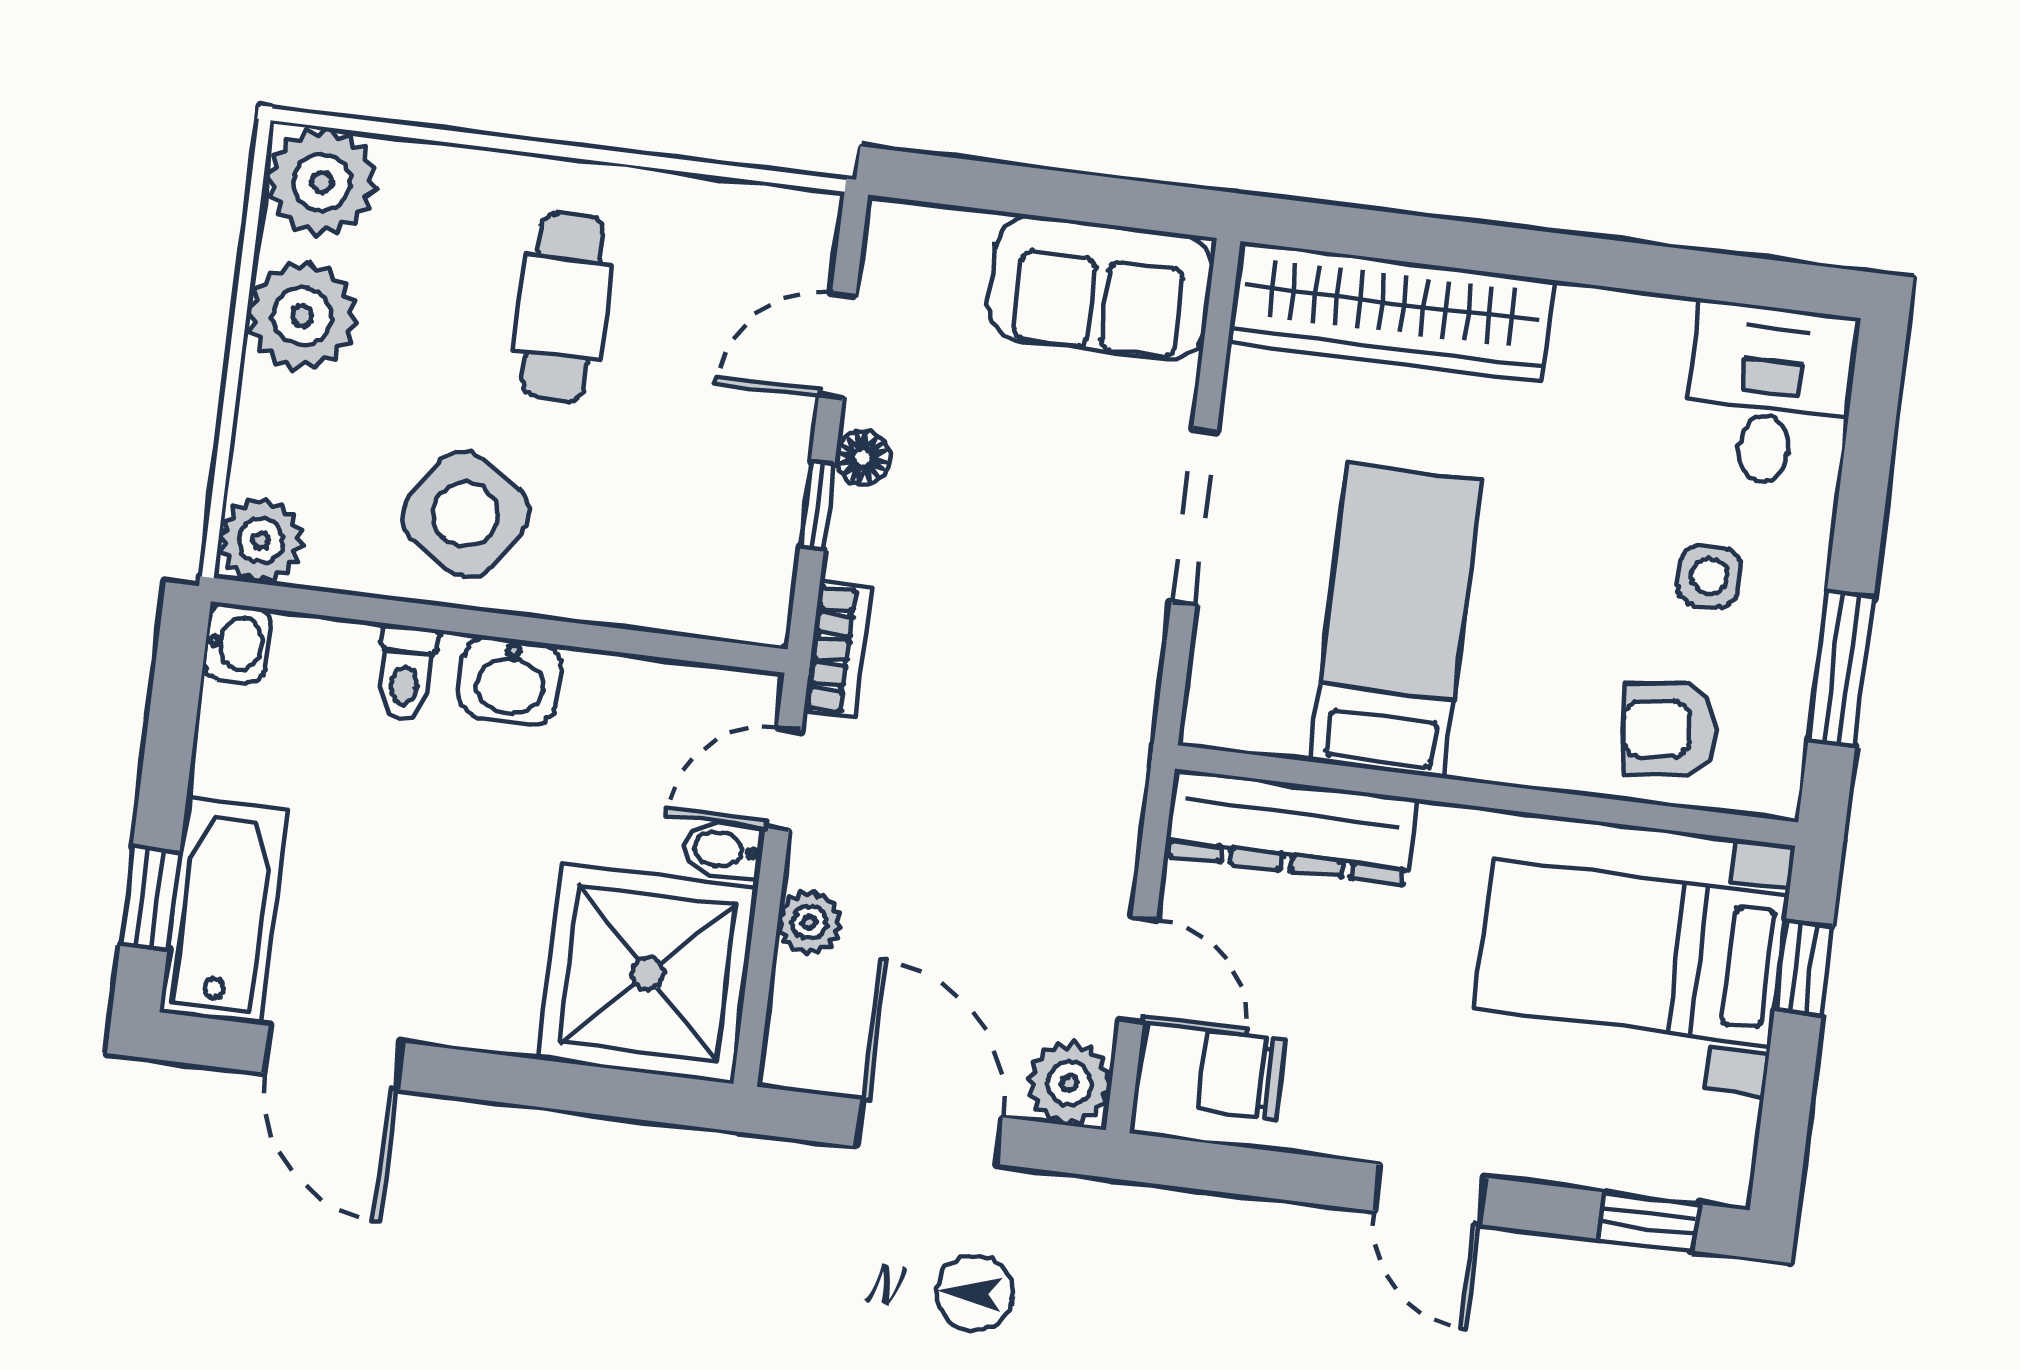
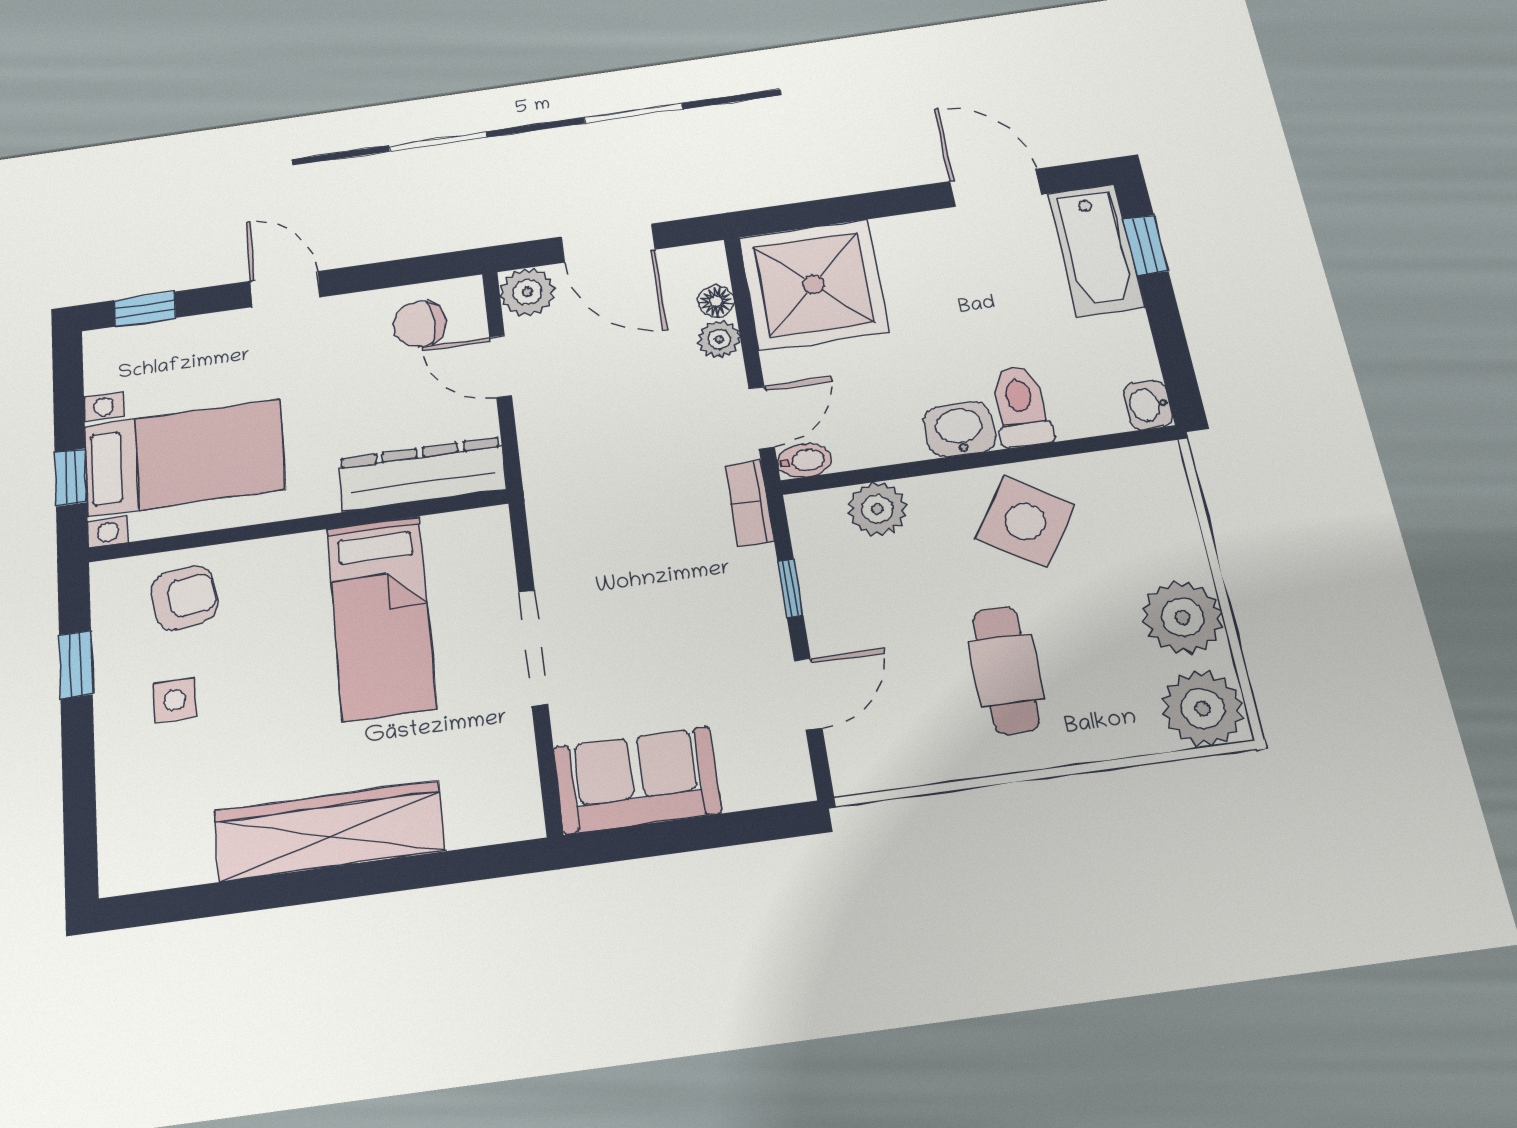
wardrobe: (1391, 311) -> (329, 831), moved
desk: (1770, 395) -> (154, 830), removed
floor lamp: (863, 458) -> (716, 301), moved
plant: (261, 541) -> (877, 509), moved
window: (1841, 669) -> (76, 665), width x0.67
toilet: (406, 672) -> (1021, 406), width x1.37, depth x1.39
bidet: (723, 850) -> (804, 460), moved
chair: (1241, 1075) -> (419, 324), turned 180

